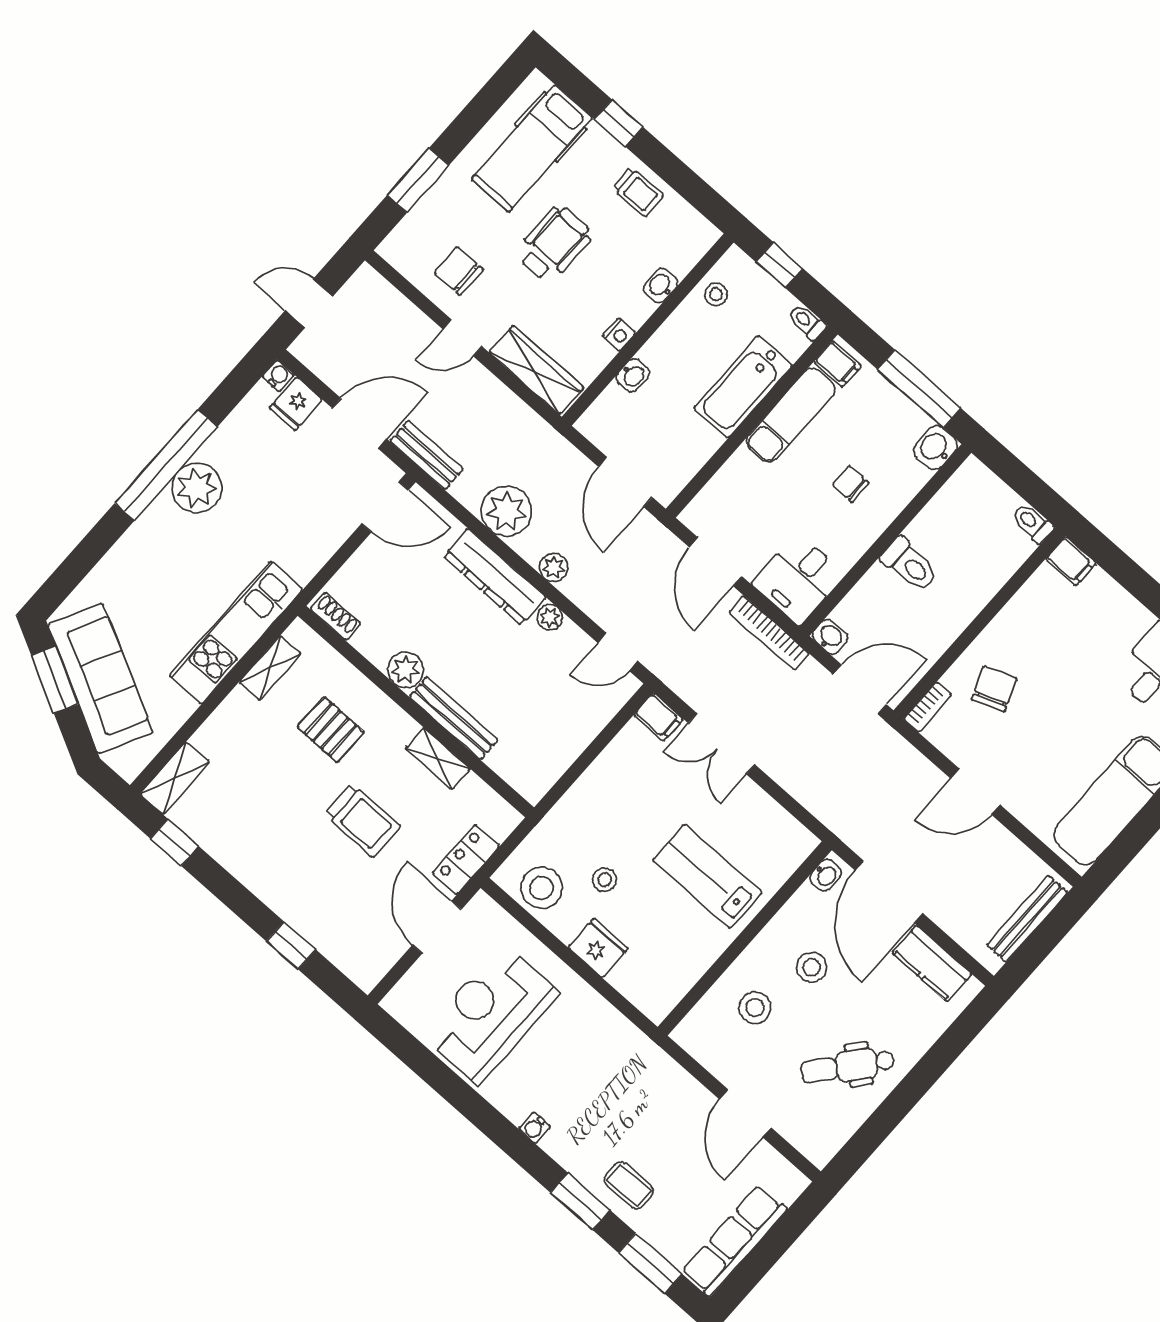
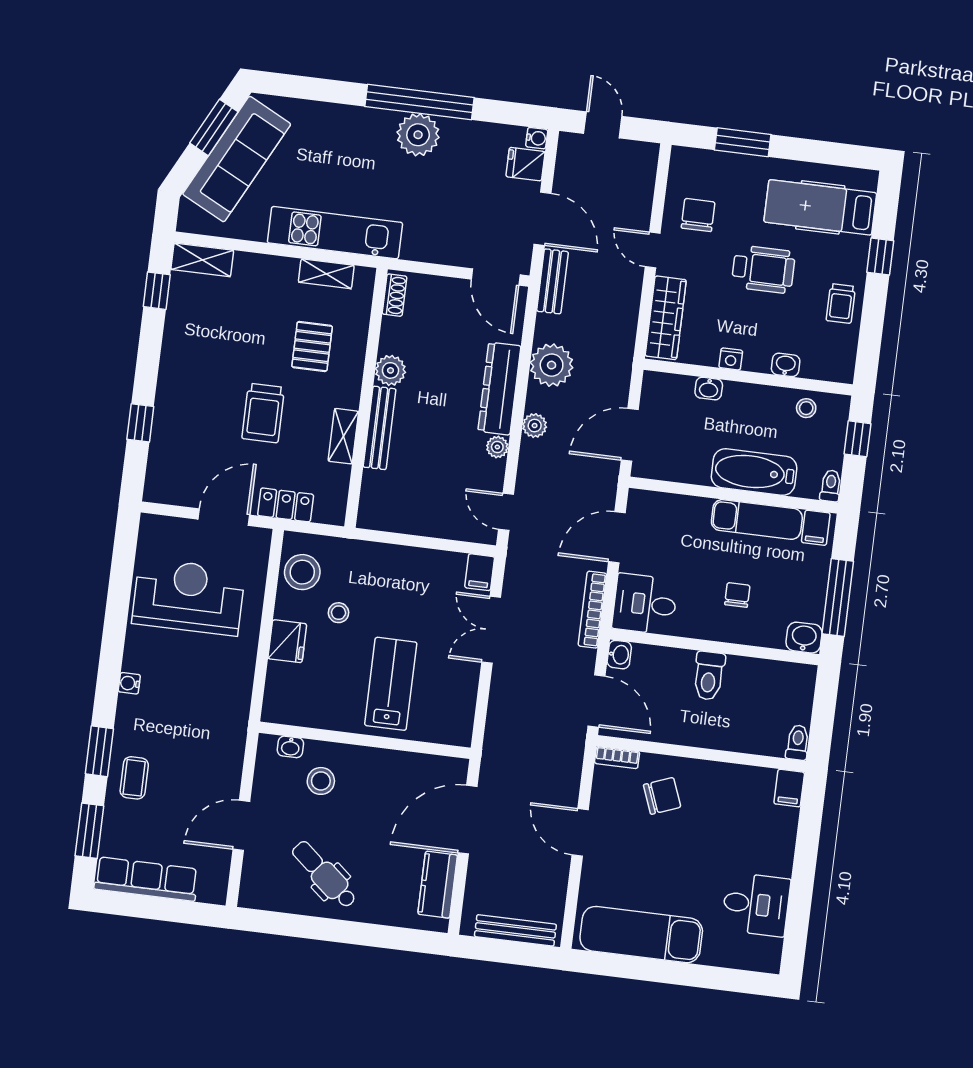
washbasin: (825, 875) -> (290, 747), moved
stool: (812, 967) -> (377, 802), removed

